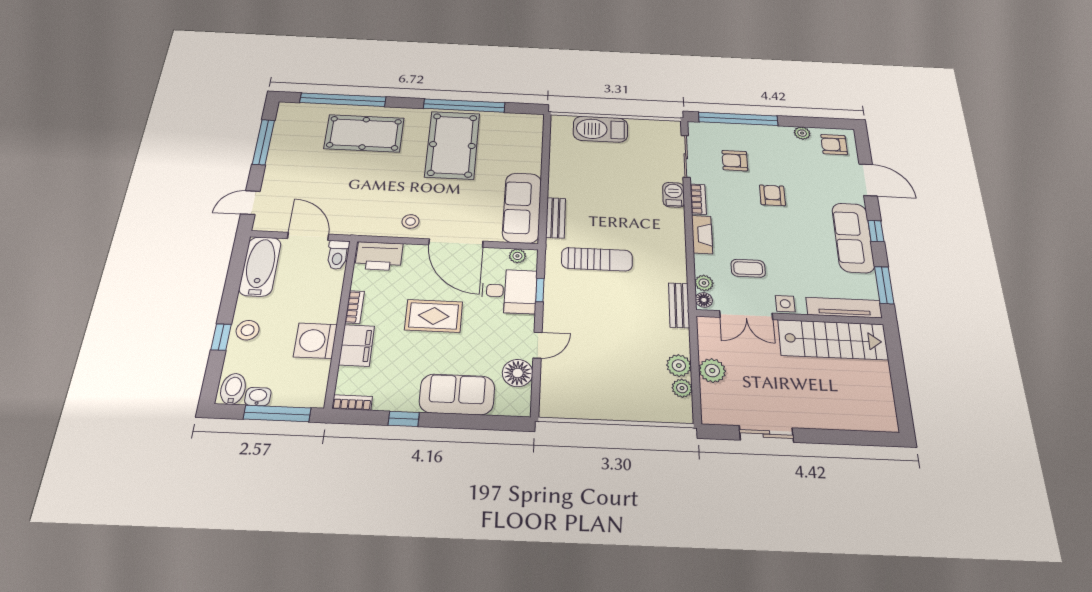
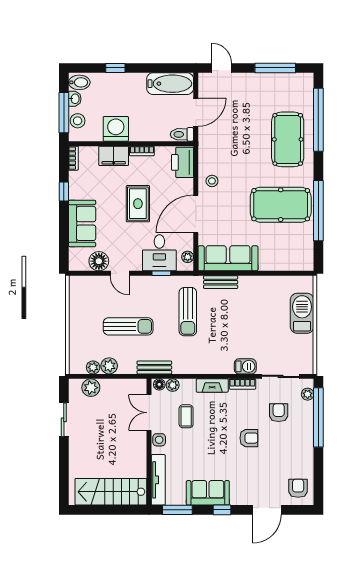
plant: (802, 133) -> (308, 394), moved
sofa: (853, 238) -> (208, 493), width x0.73
stool: (248, 330) -> (78, 121), moved
sun lounger: (618, 337) -> (128, 326), added
stairs: (833, 340) -> (111, 492), moved, turned 90
plant: (712, 371) -> (91, 388), moved

